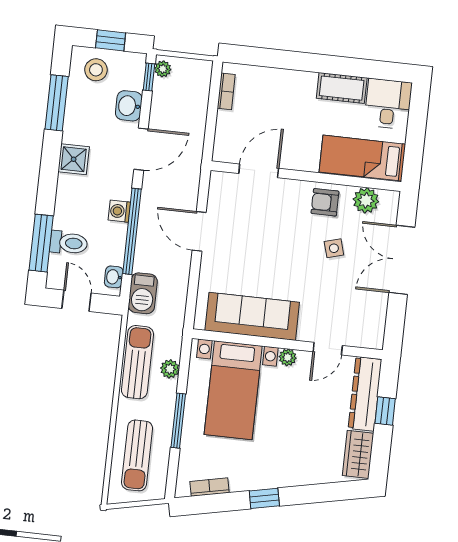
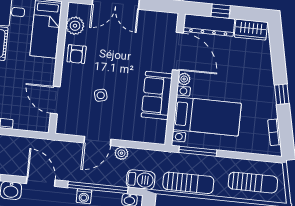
side table: (334, 248) -> (101, 95), moved
sofa: (252, 316) -> (157, 95), width x0.73
door: (328, 349) -> (178, 51), width x1.87
sun lounger: (137, 362) -> (188, 183), turned 180
plant: (170, 369) -> (121, 153), moved
window: (178, 421) -> (198, 151), moved

